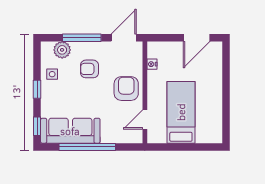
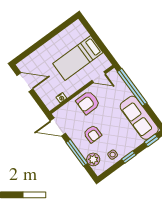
window: (87, 147) -> (132, 87), moved

